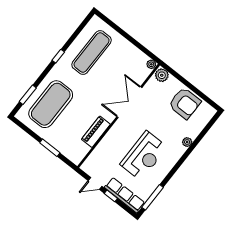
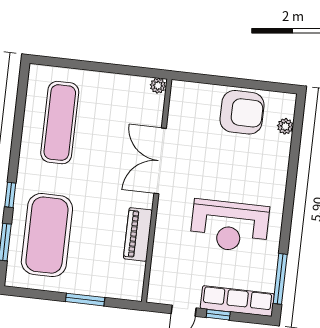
window: (58, 56) -> (10, 195), moved
plant: (162, 75) -> (183, 92), removed
plant: (187, 142) -> (285, 126), moved
reception desk: (144, 156) -> (230, 226), turned 90

